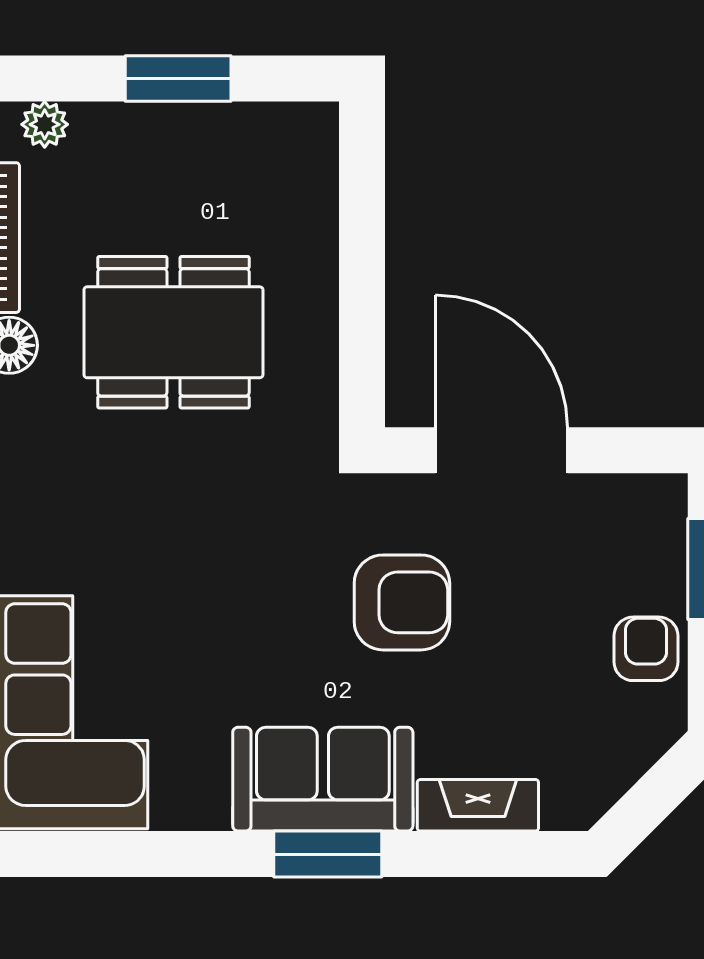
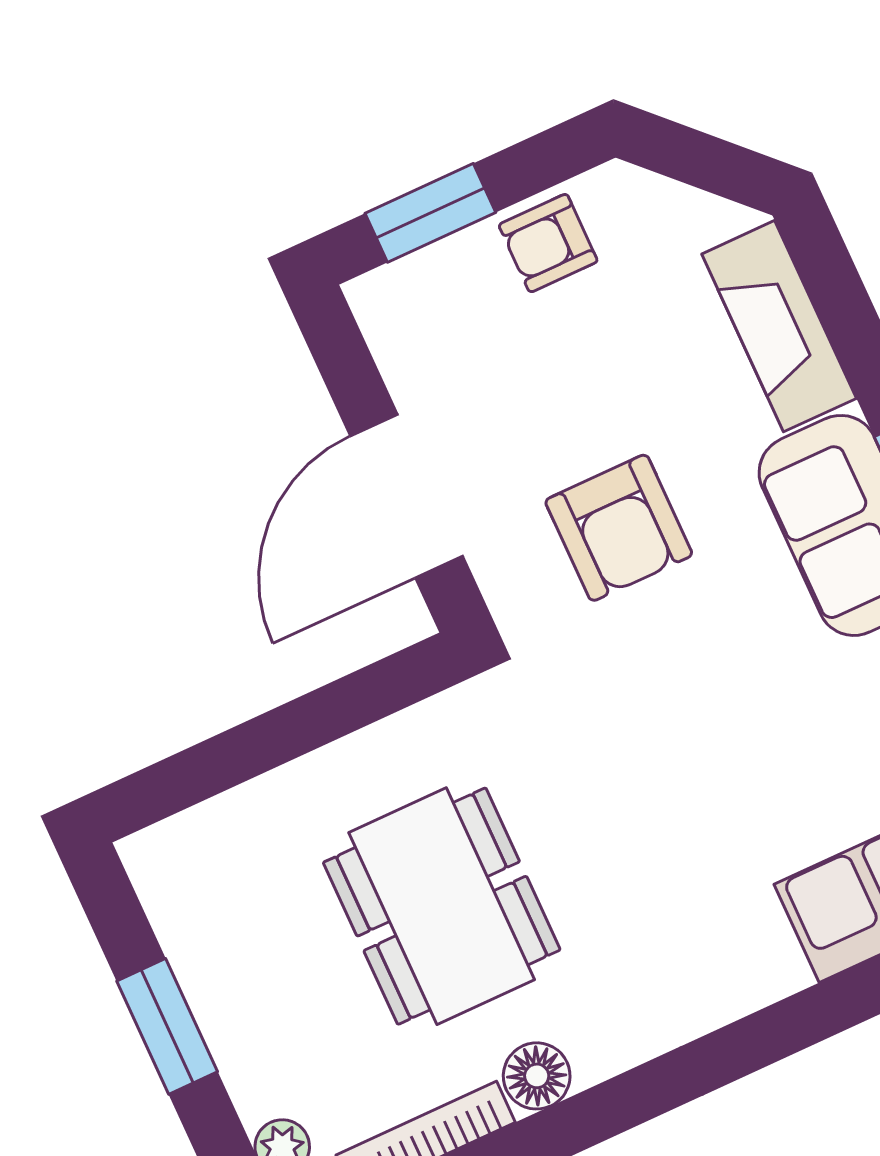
armchair: (402, 602) -> (619, 528), turned 180
fireplace: (478, 805) -> (779, 326), width x1.37, depth x1.32

